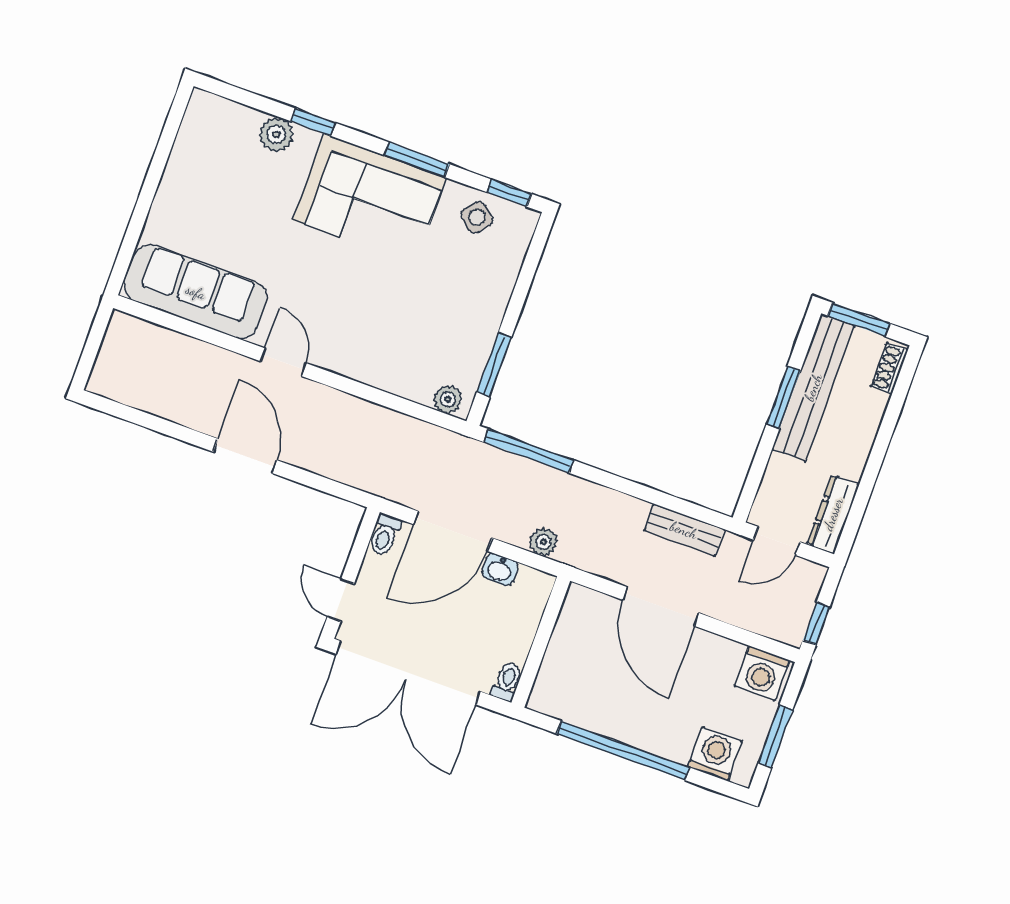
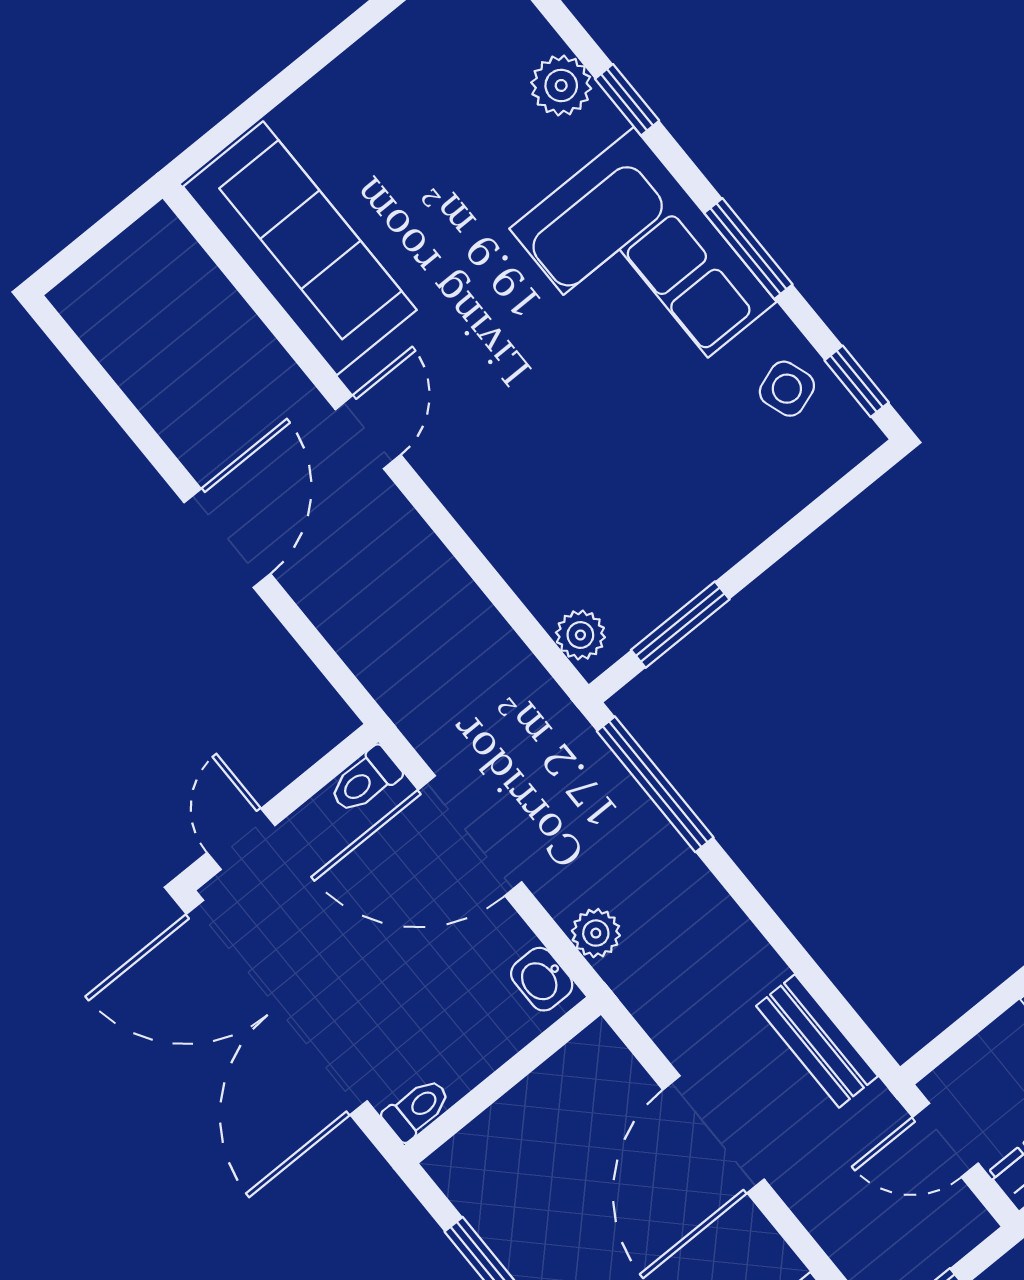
side table: (477, 217) -> (787, 389), turned 32
washbasin: (500, 570) -> (542, 979), moved

